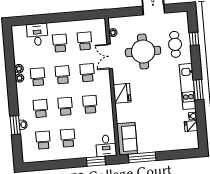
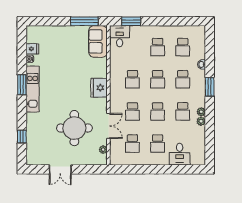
cafe table: (175, 44) -> (42, 133), removed
window: (15, 125) -> (210, 87), moved

